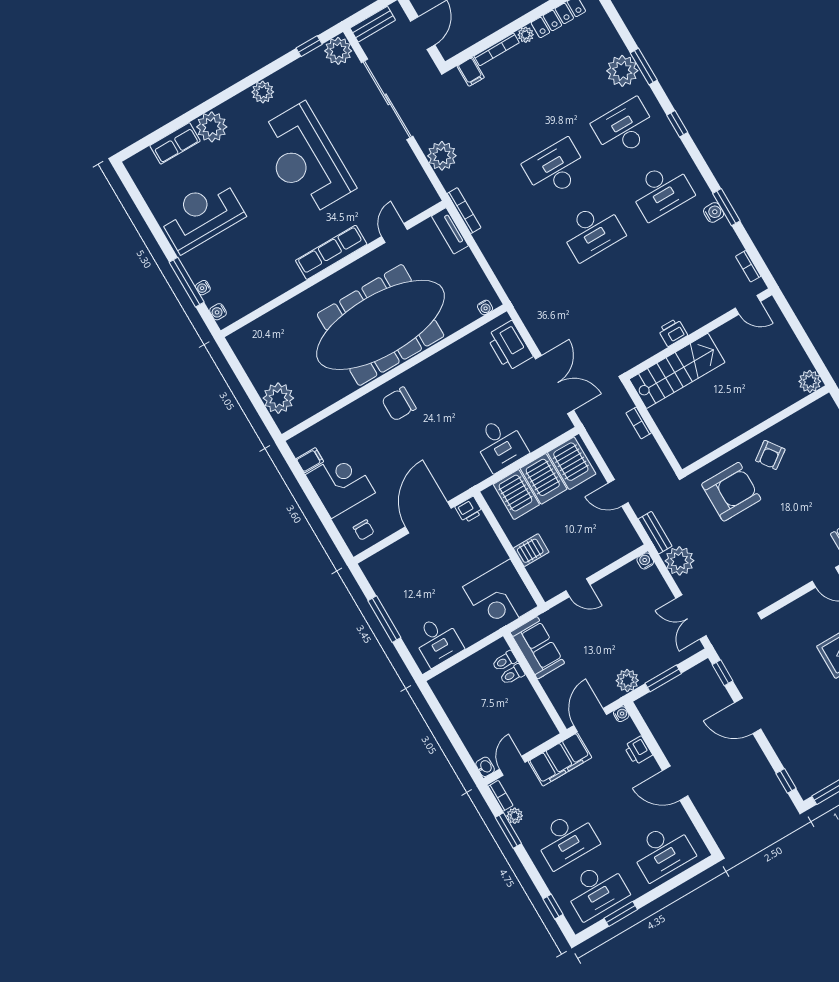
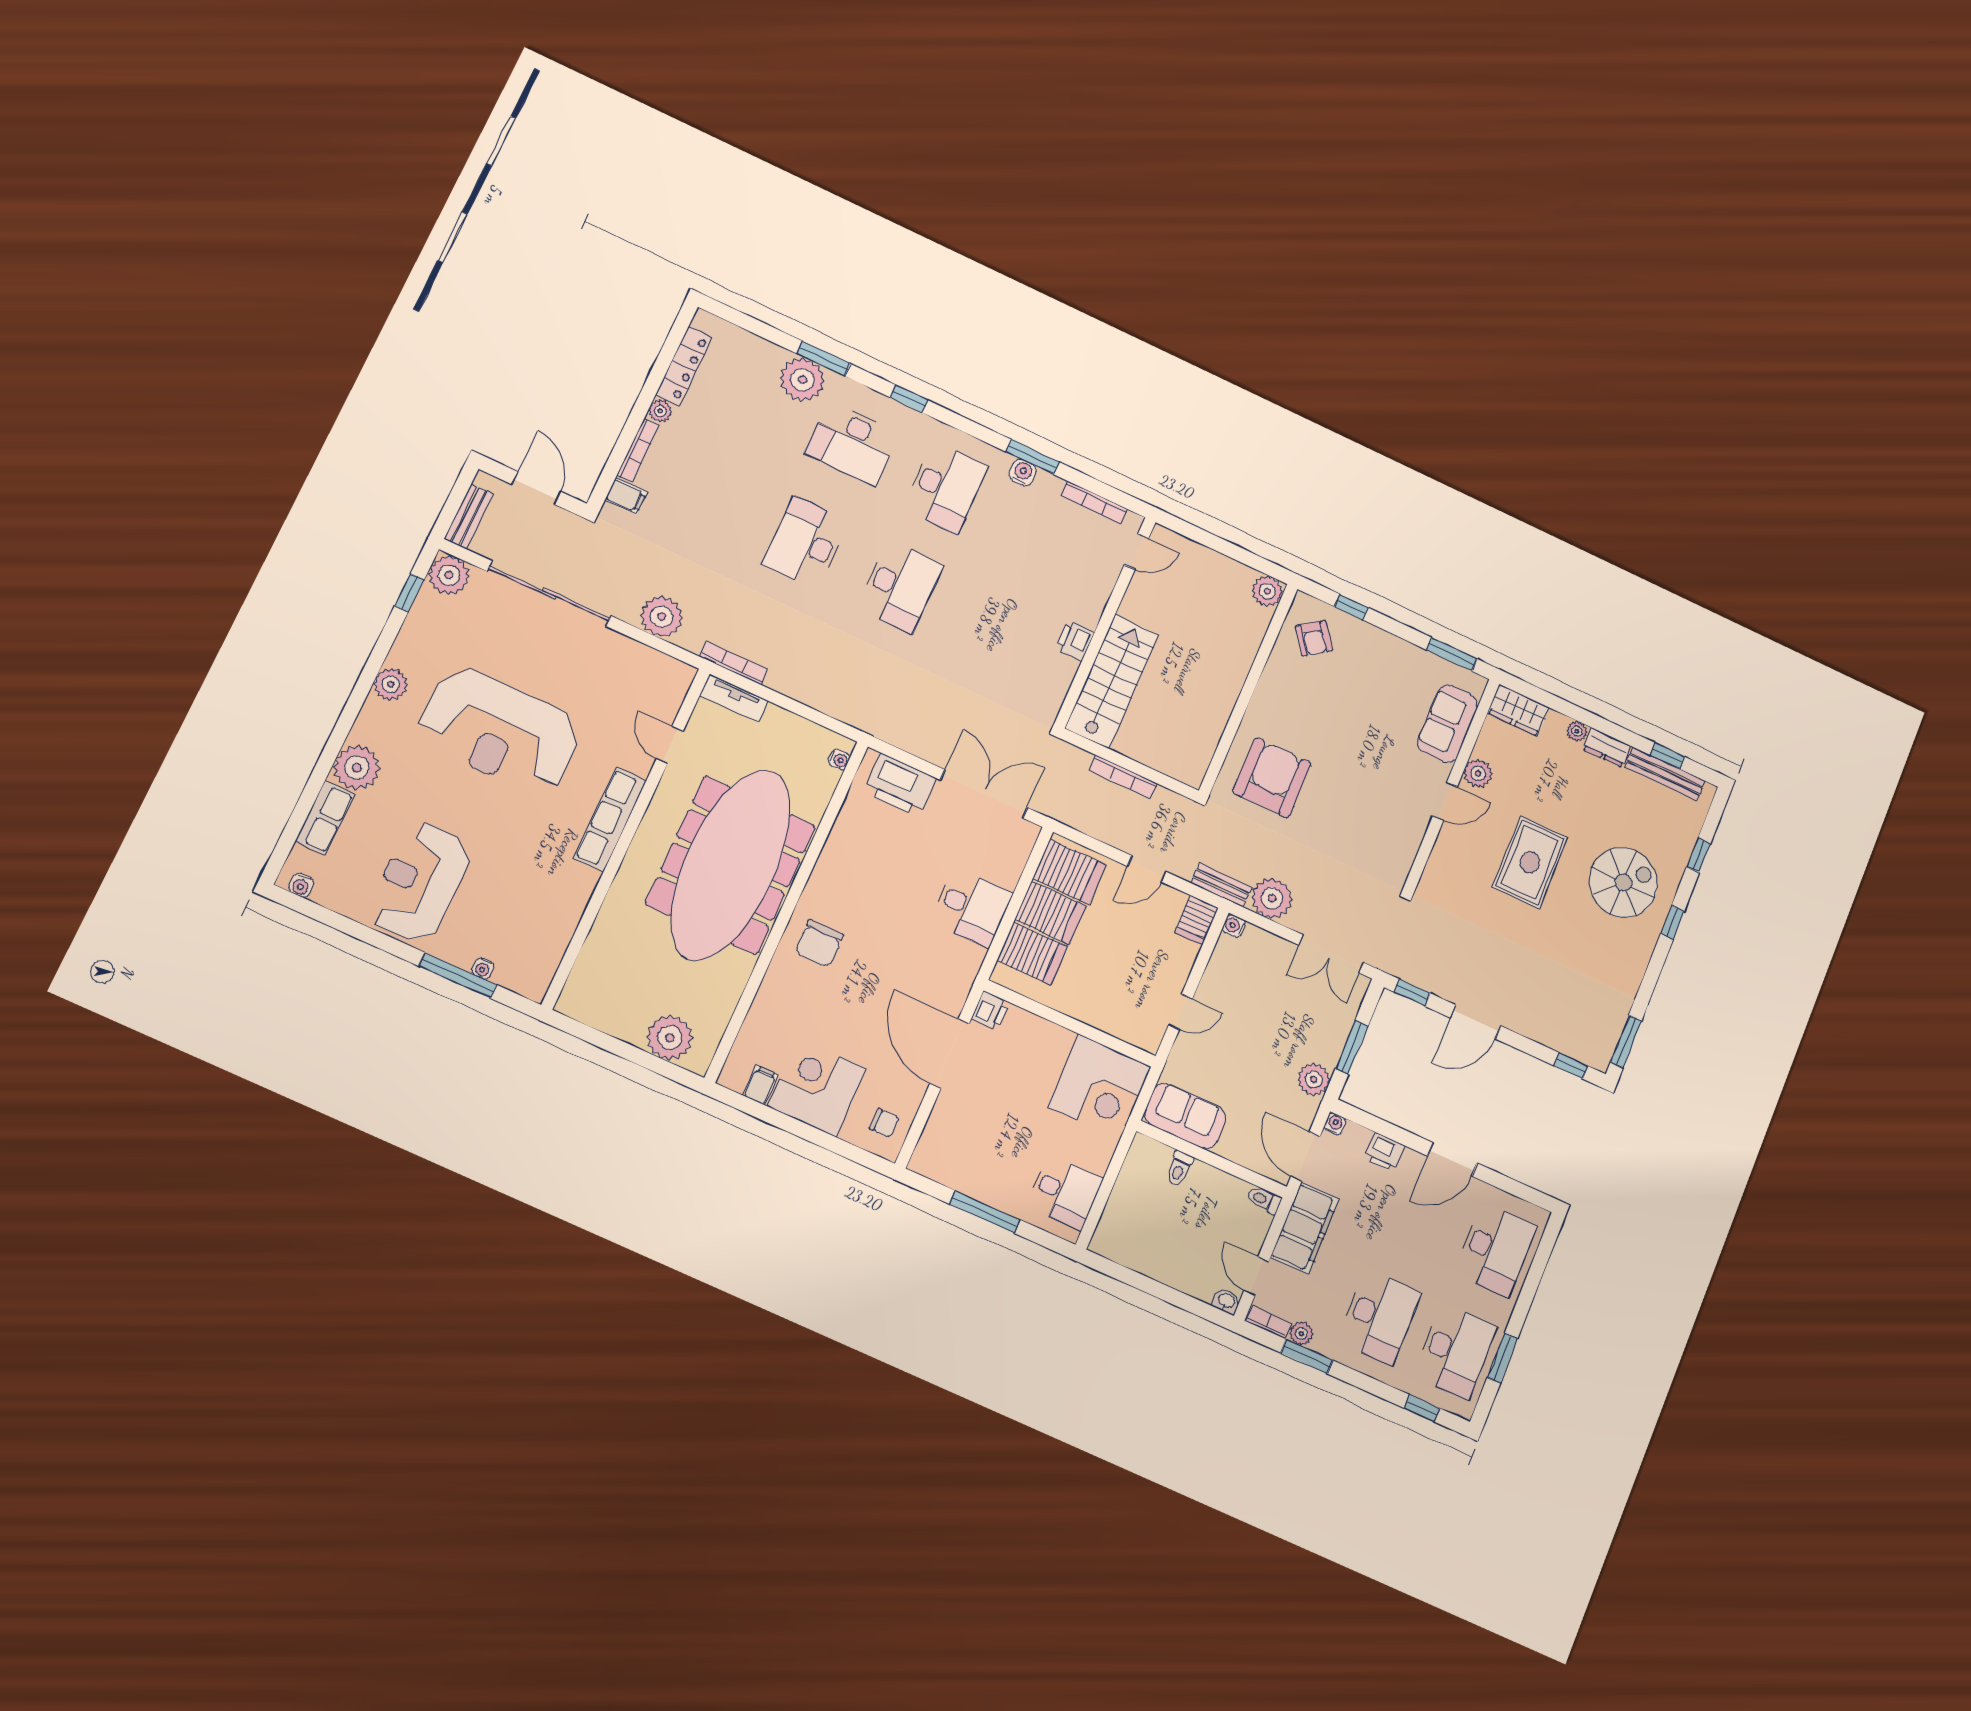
desk: (624, 128) -> (852, 444), turned -90
bookcase: (748, 266) -> (1094, 502), width x1.56
water cooler: (218, 312) -> (301, 885), moved
bookcase: (639, 423) -> (1123, 777), width x1.56
armchair: (770, 455) -> (1314, 638), moved
server rack: (531, 550) -> (1197, 920), moved, turned 180
toilet: (505, 661) -> (1264, 1200), moved, turned 90

